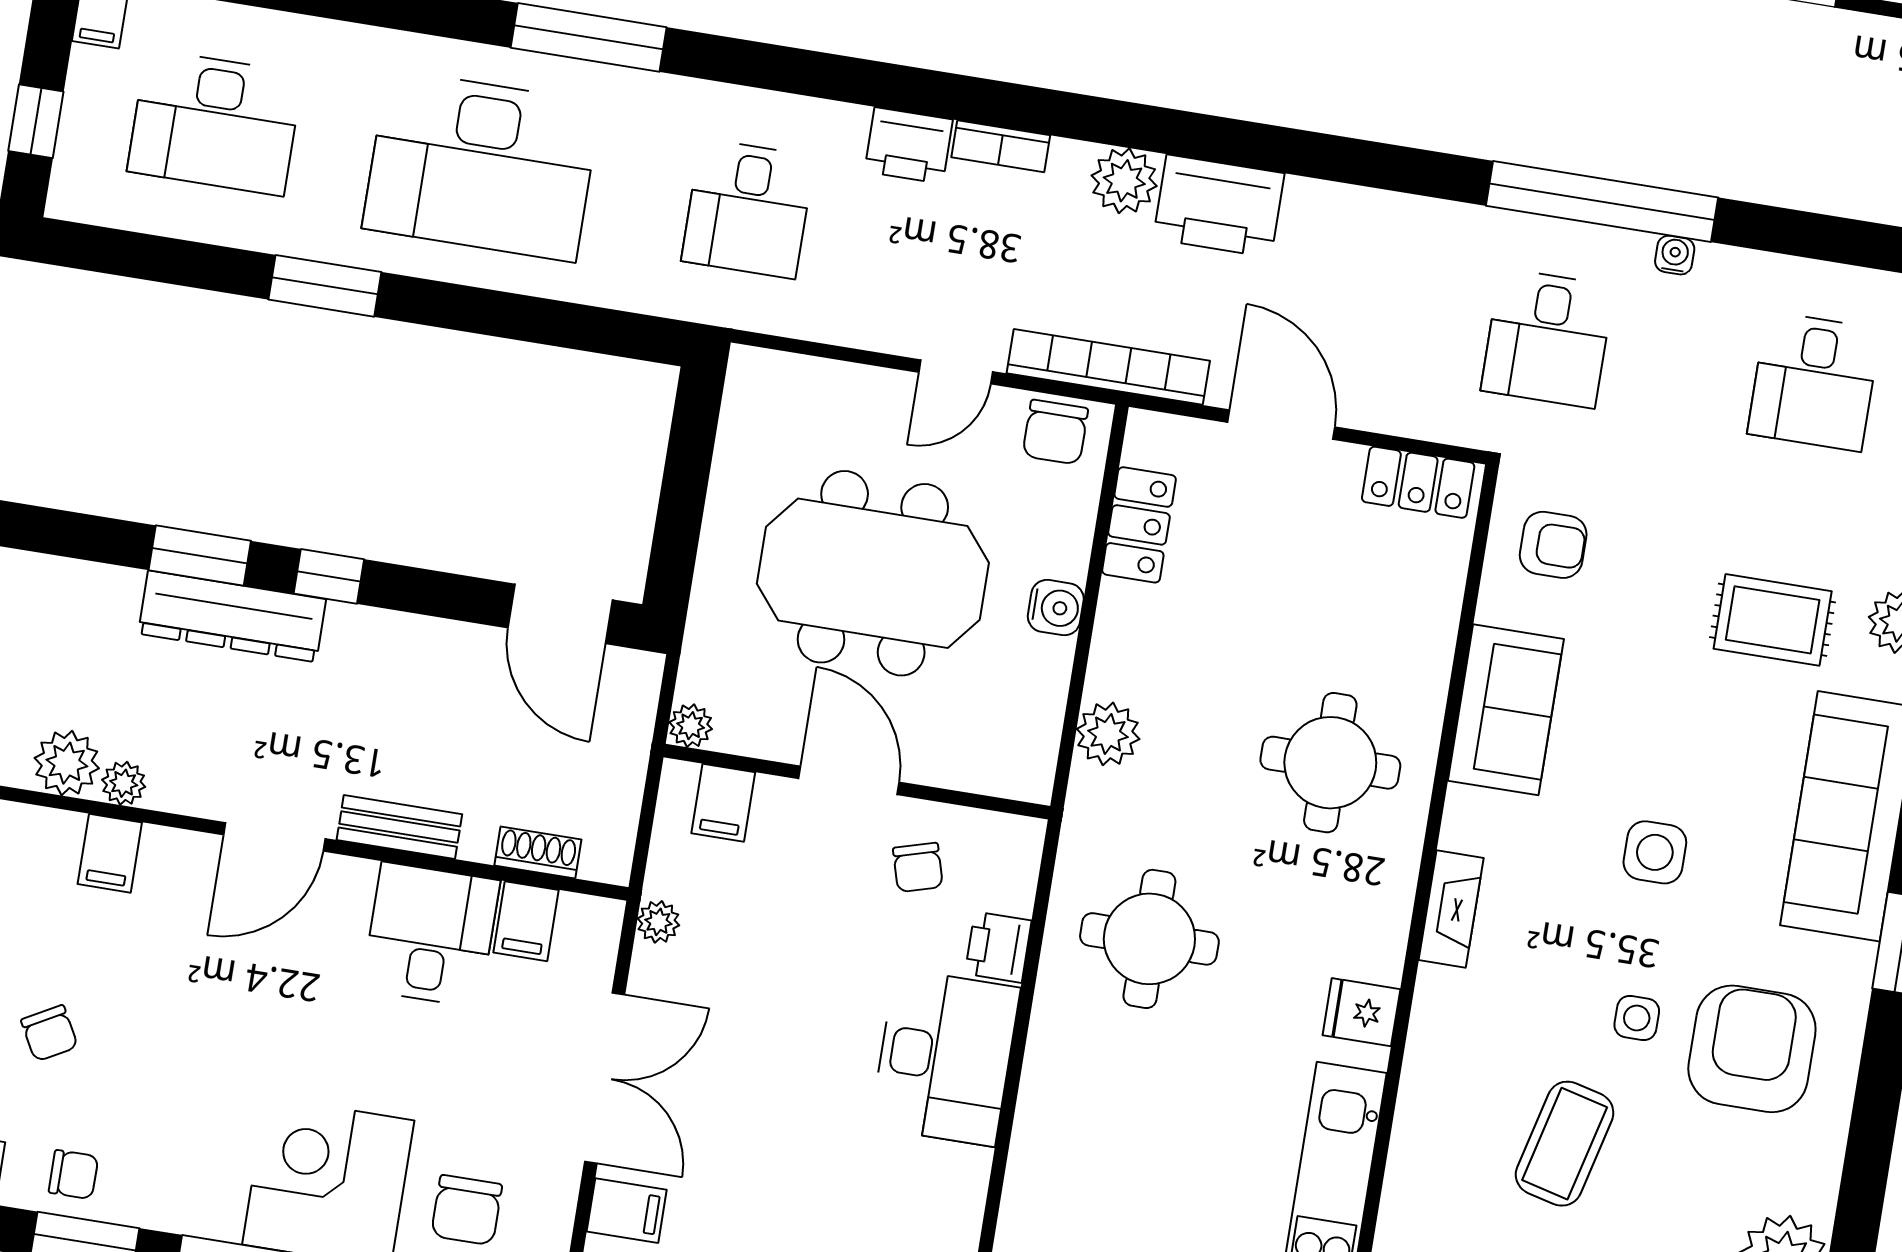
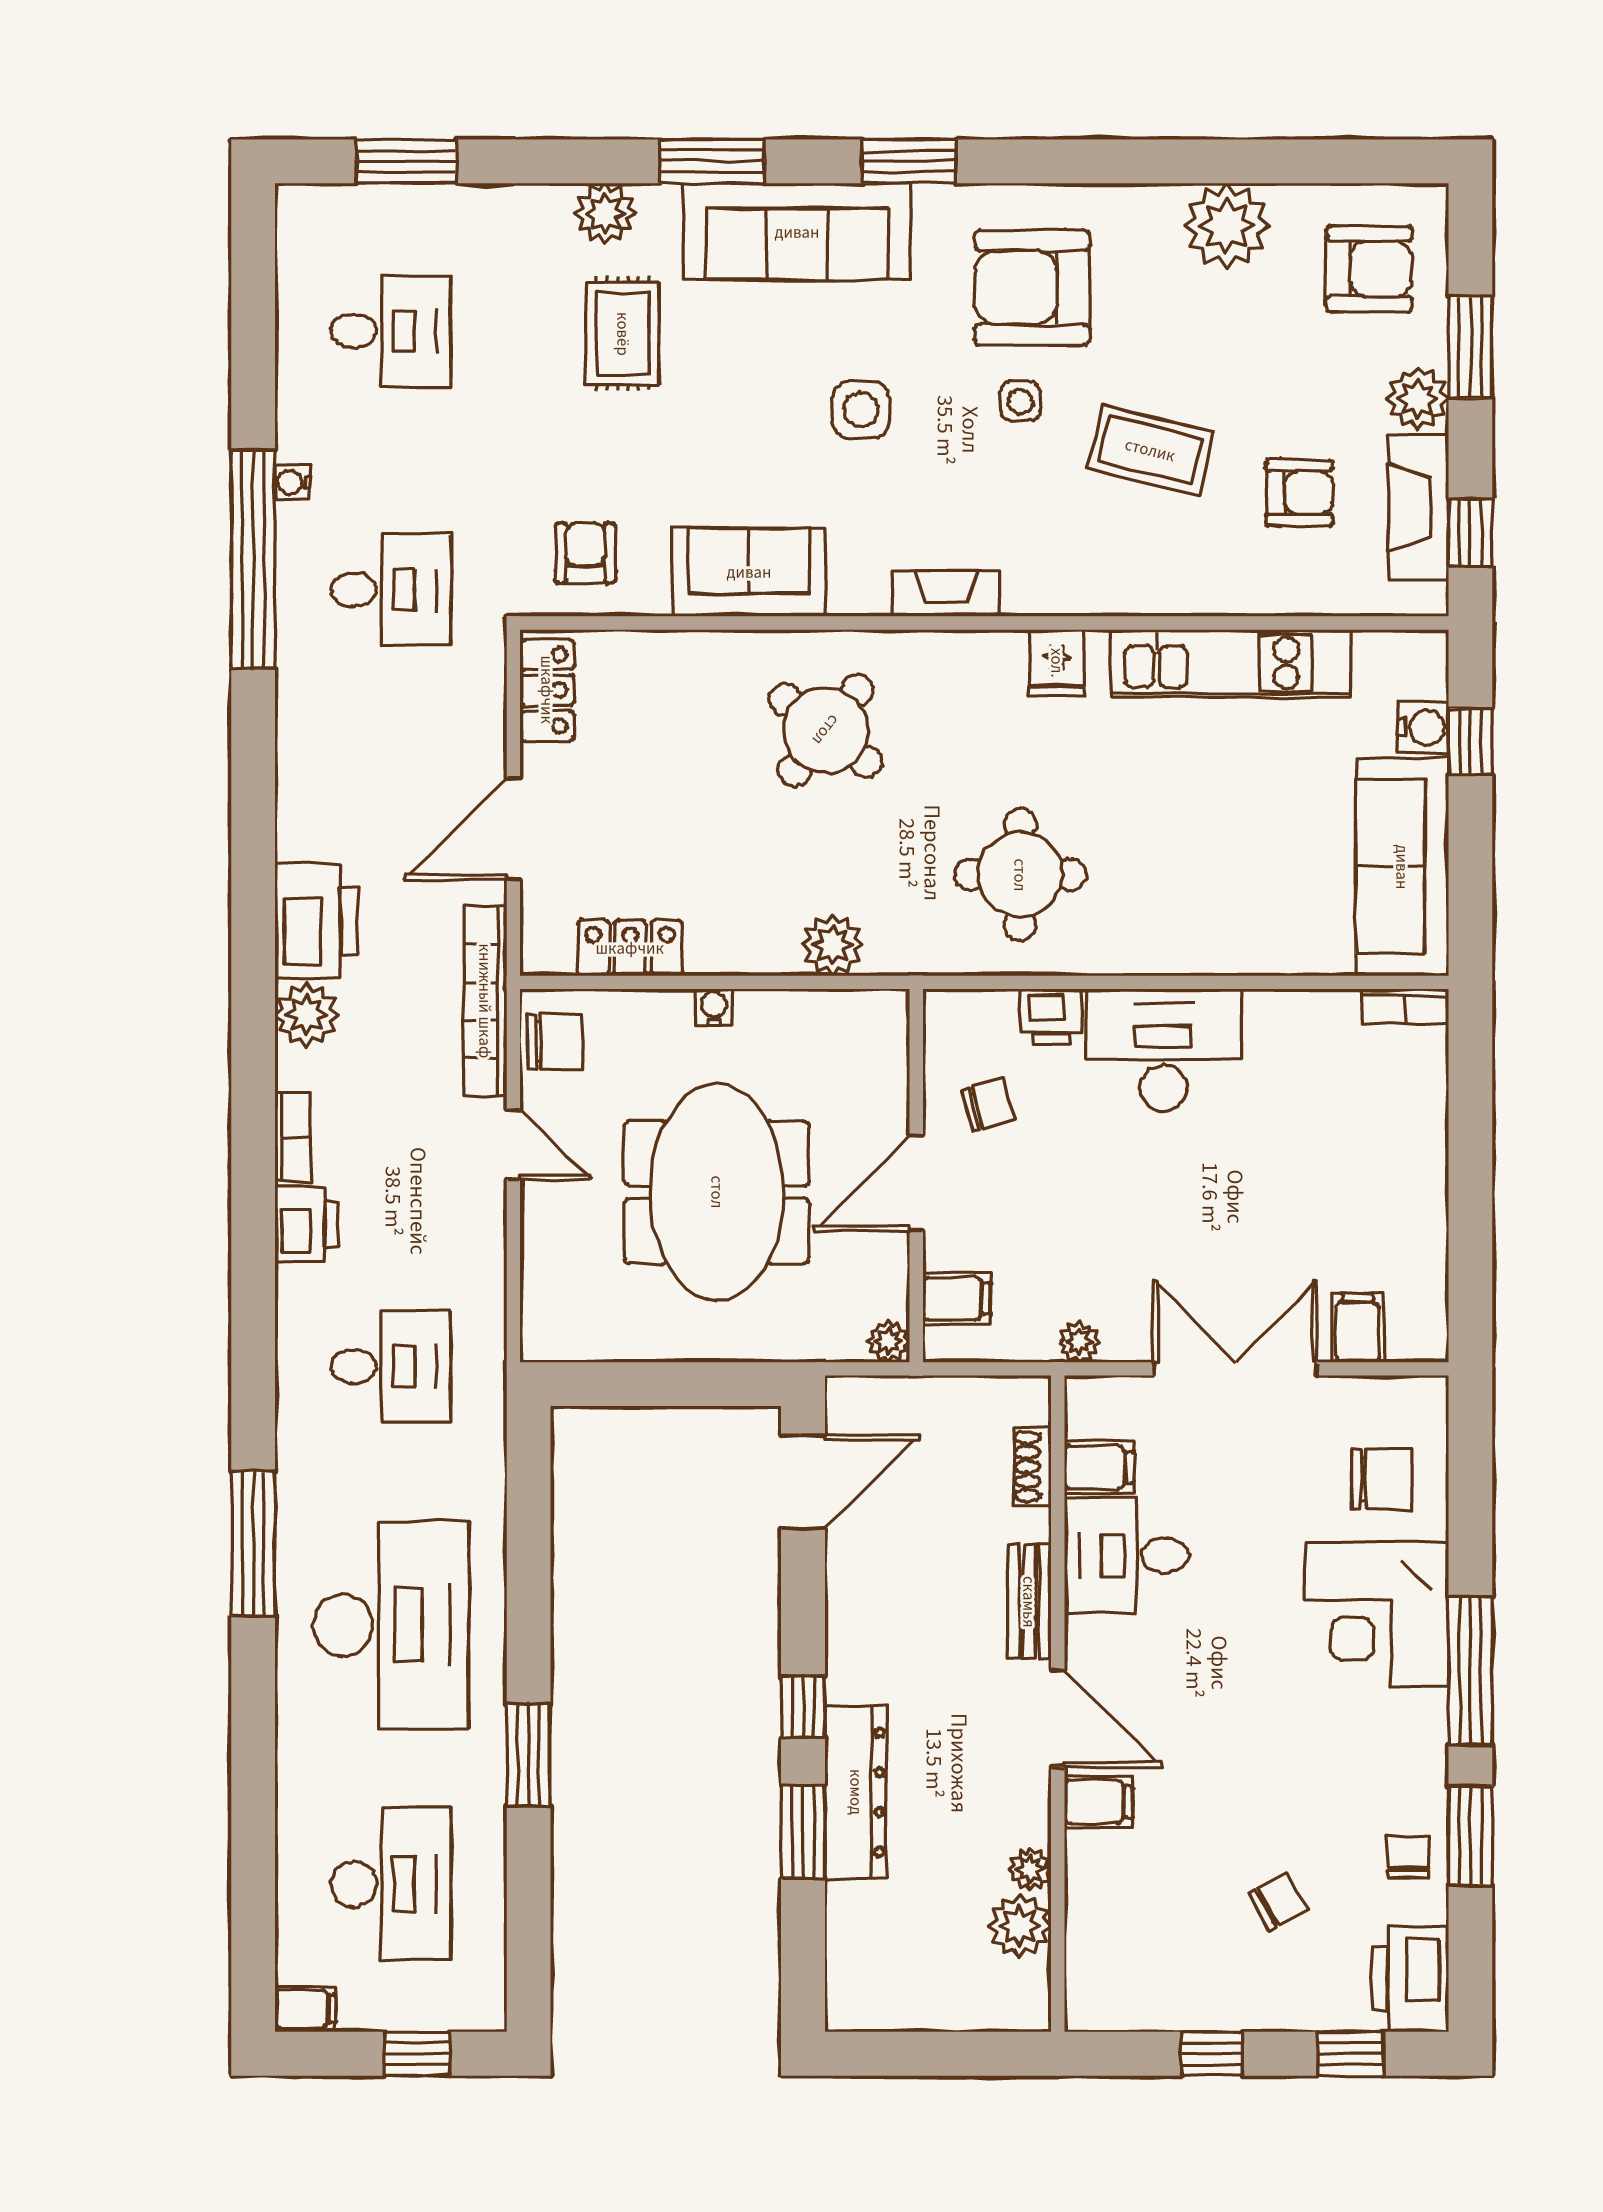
water cooler: (1056, 608) -> (714, 1007), width x0.72, depth x0.72
round table: (1330, 763) -> (826, 730), turned 38
filing cabinet: (110, 853) -> (1099, 1802), moved

